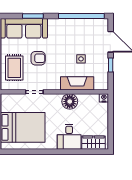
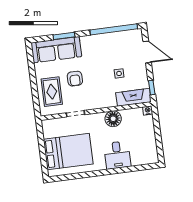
armchair: (38, 58) -> (75, 79), turned 90
window: (111, 65) -> (152, 88), moved
fireplace: (77, 83) -> (133, 97), moved
wardrobe: (93, 143) -> (143, 158), removed

